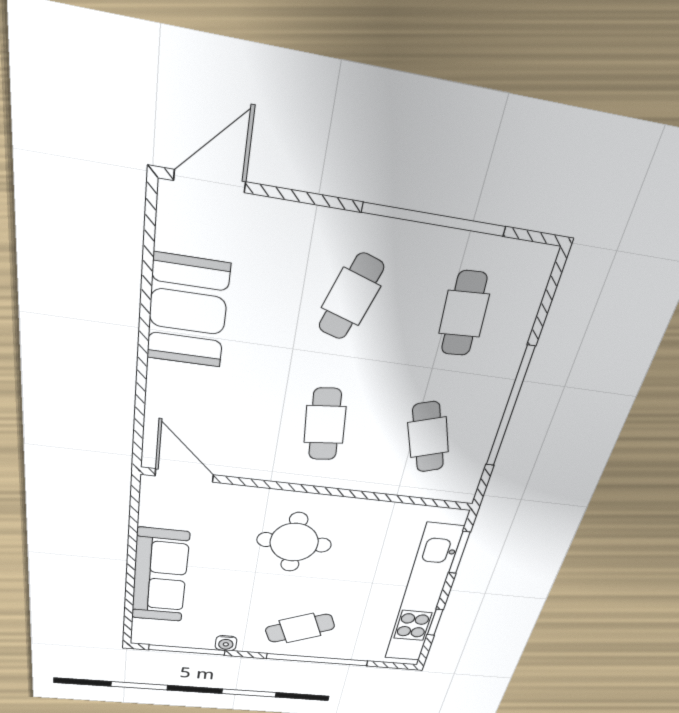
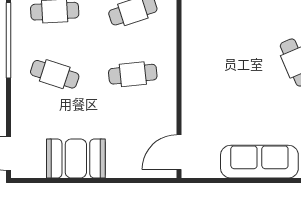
round table: (294, 542) -> (221, 78), removed

